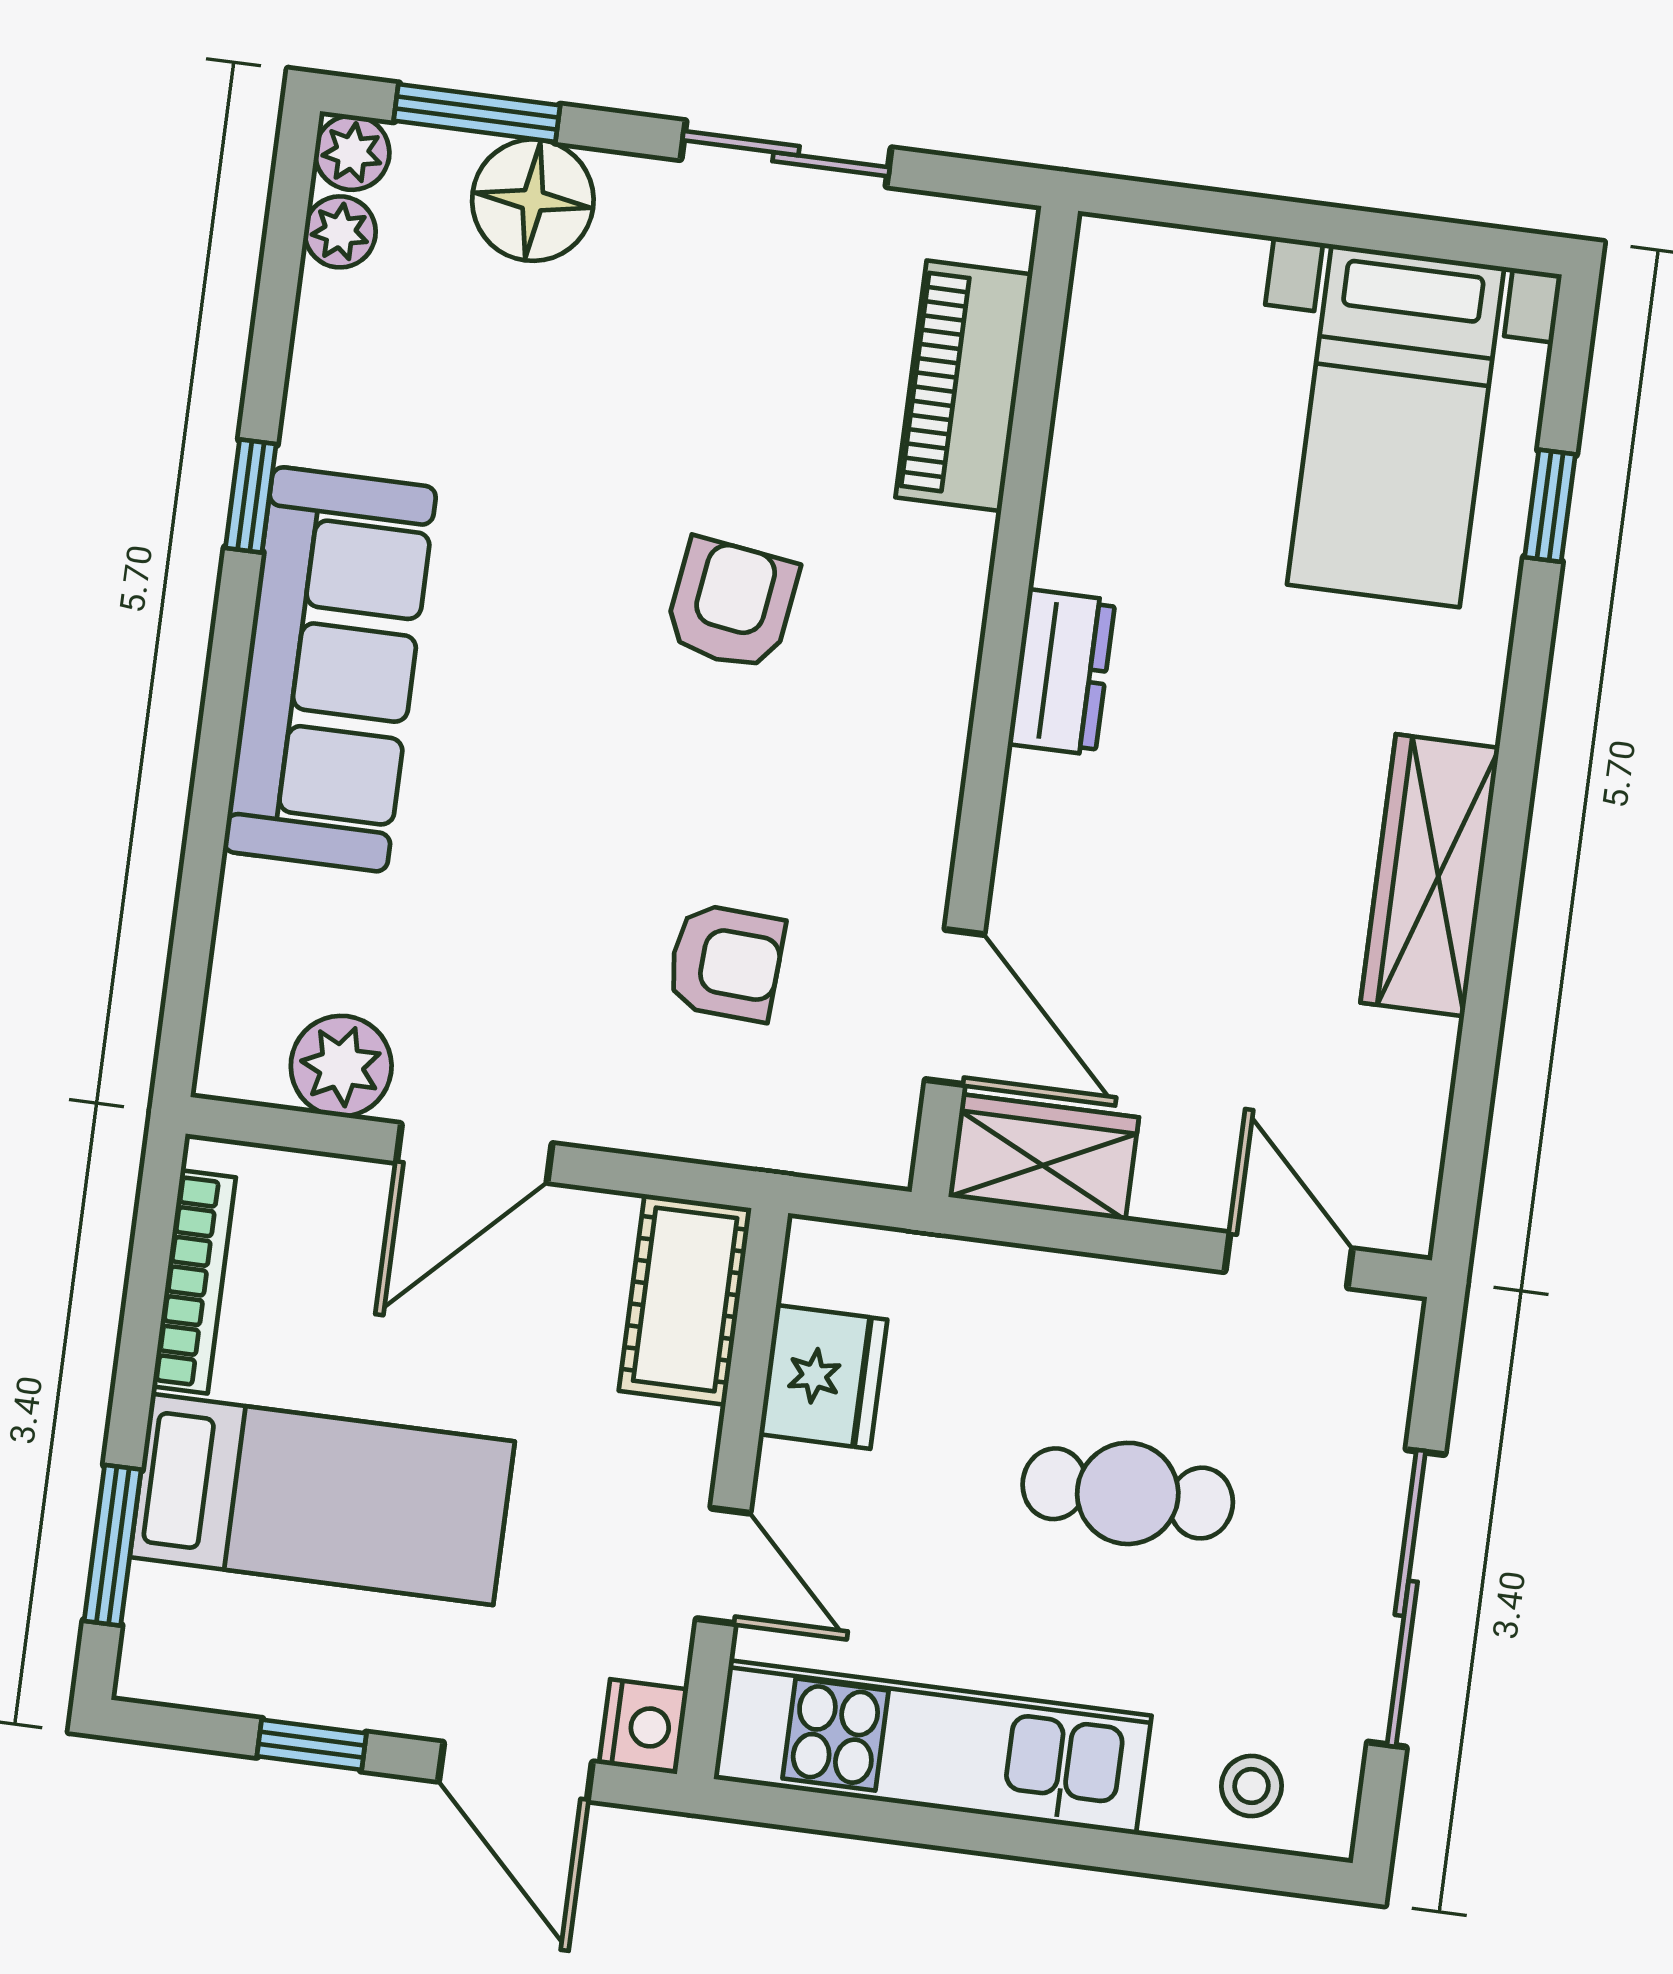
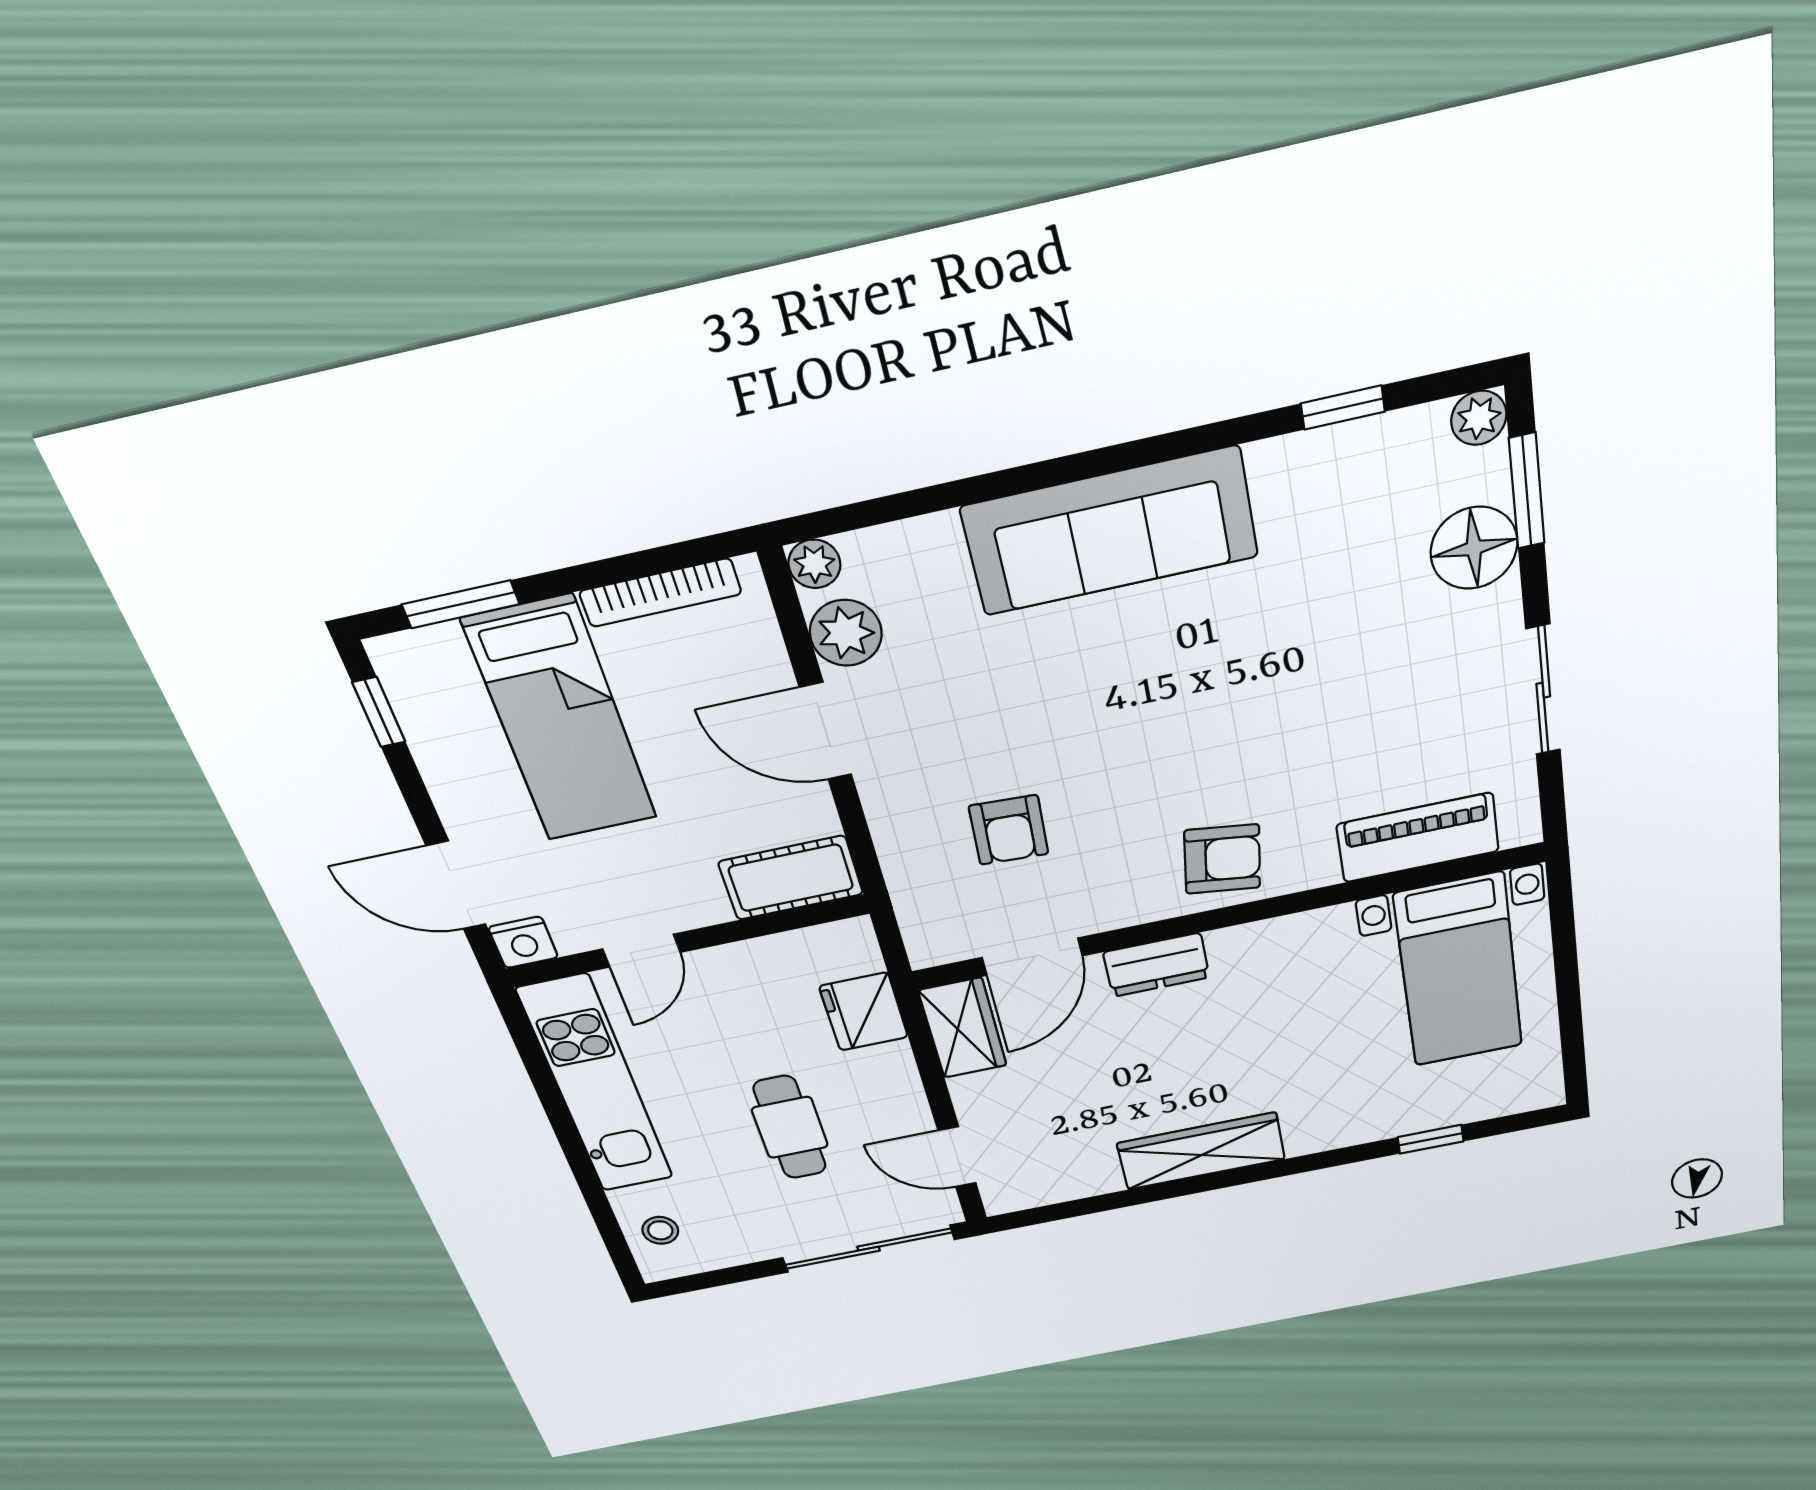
plant: (340, 232) -> (814, 564), moved
bed with nightstands: (1396, 426) -> (1459, 971), moved, turned -90
window: (251, 496) -> (1343, 408), moved
armchair: (731, 604) -> (1222, 859), moved
dresser: (1062, 672) -> (1156, 965), moved
door: (1289, 1260) -> (957, 1157), swing flipped
fridge: (823, 1377) -> (864, 1012), moved, turned 90
sliding door: (1406, 1598) -> (869, 1249), moved
window: (312, 1745) -> (379, 712), moved
door: (515, 1772) -> (456, 885), hinge flipped

